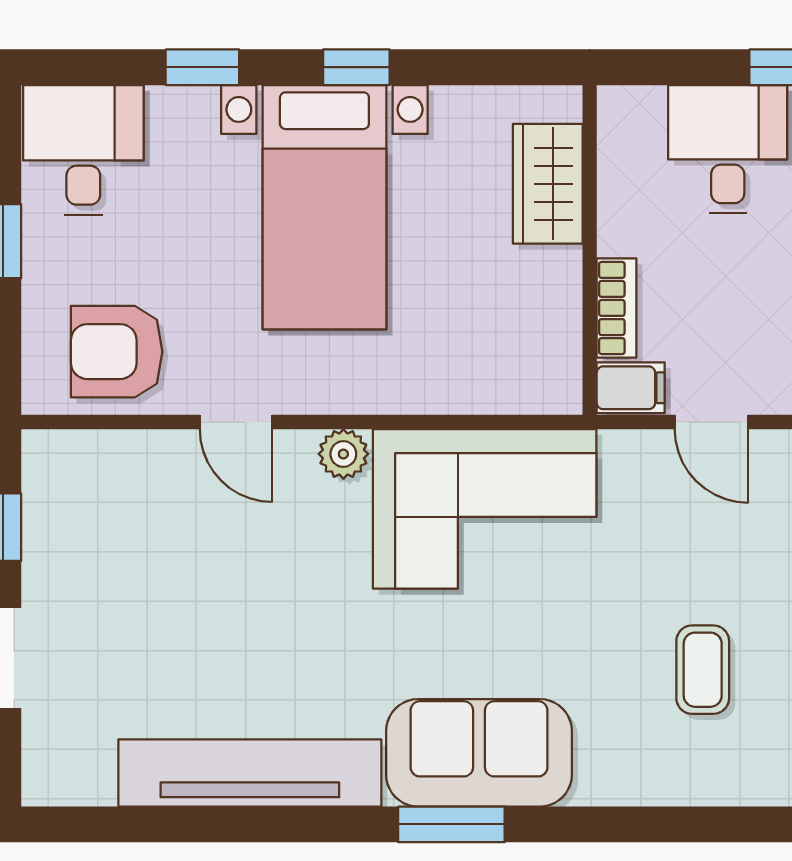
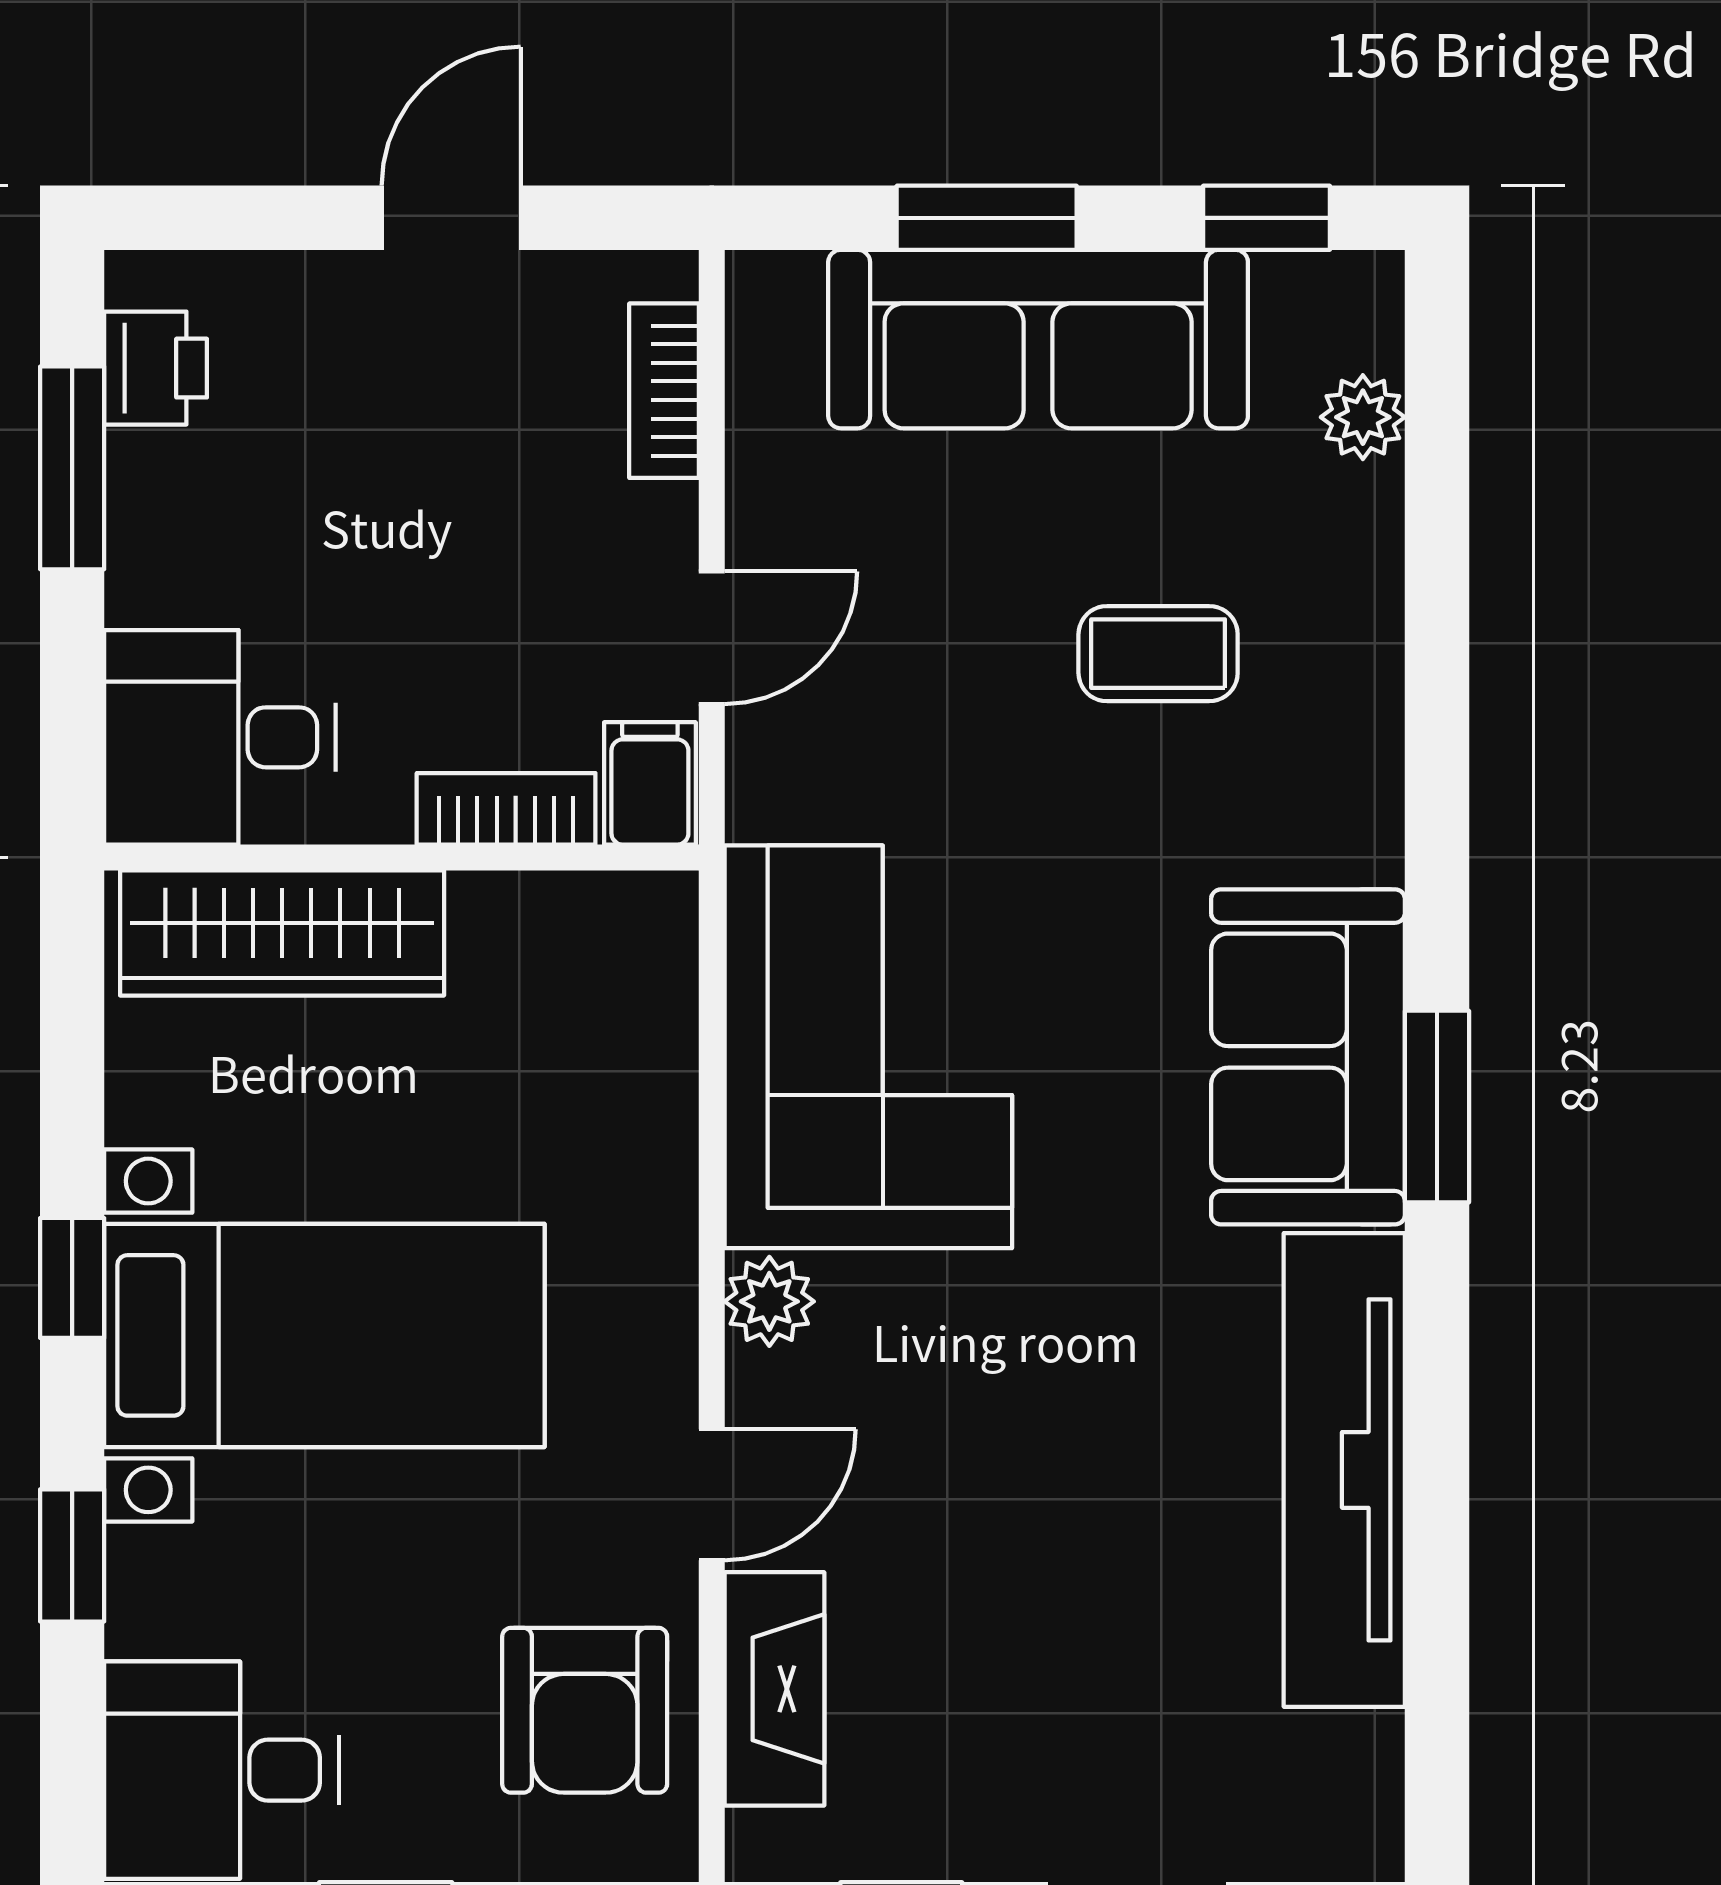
desk: (728, 149) -> (220, 737), moved
wardrobe: (548, 184) -> (282, 933), width x1.50
fireplace: (128, 457) -> (774, 1689), added

